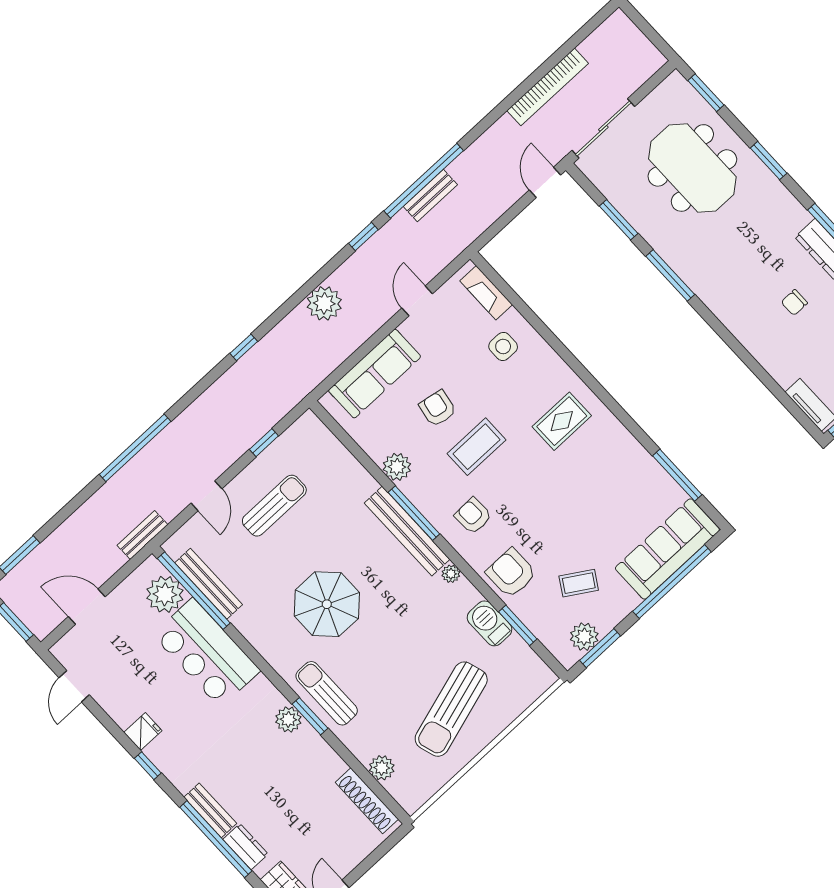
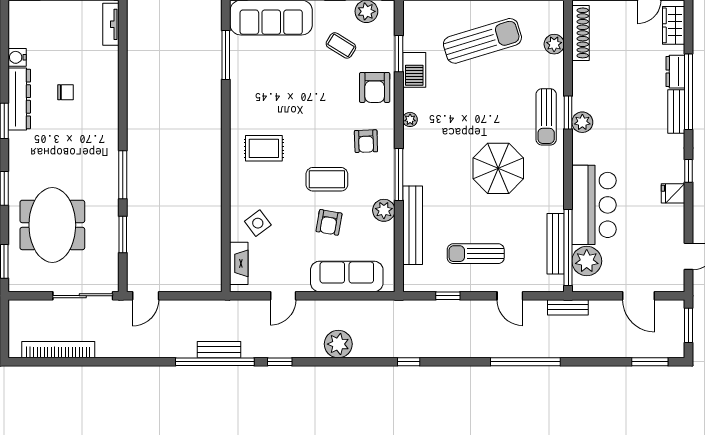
bookcase: (548, 87) -> (58, 350), moved
side table: (503, 346) -> (258, 223), turned -37
door: (206, 496) -> (510, 296), swing flipped
bench: (407, 531) -> (413, 225), moved

